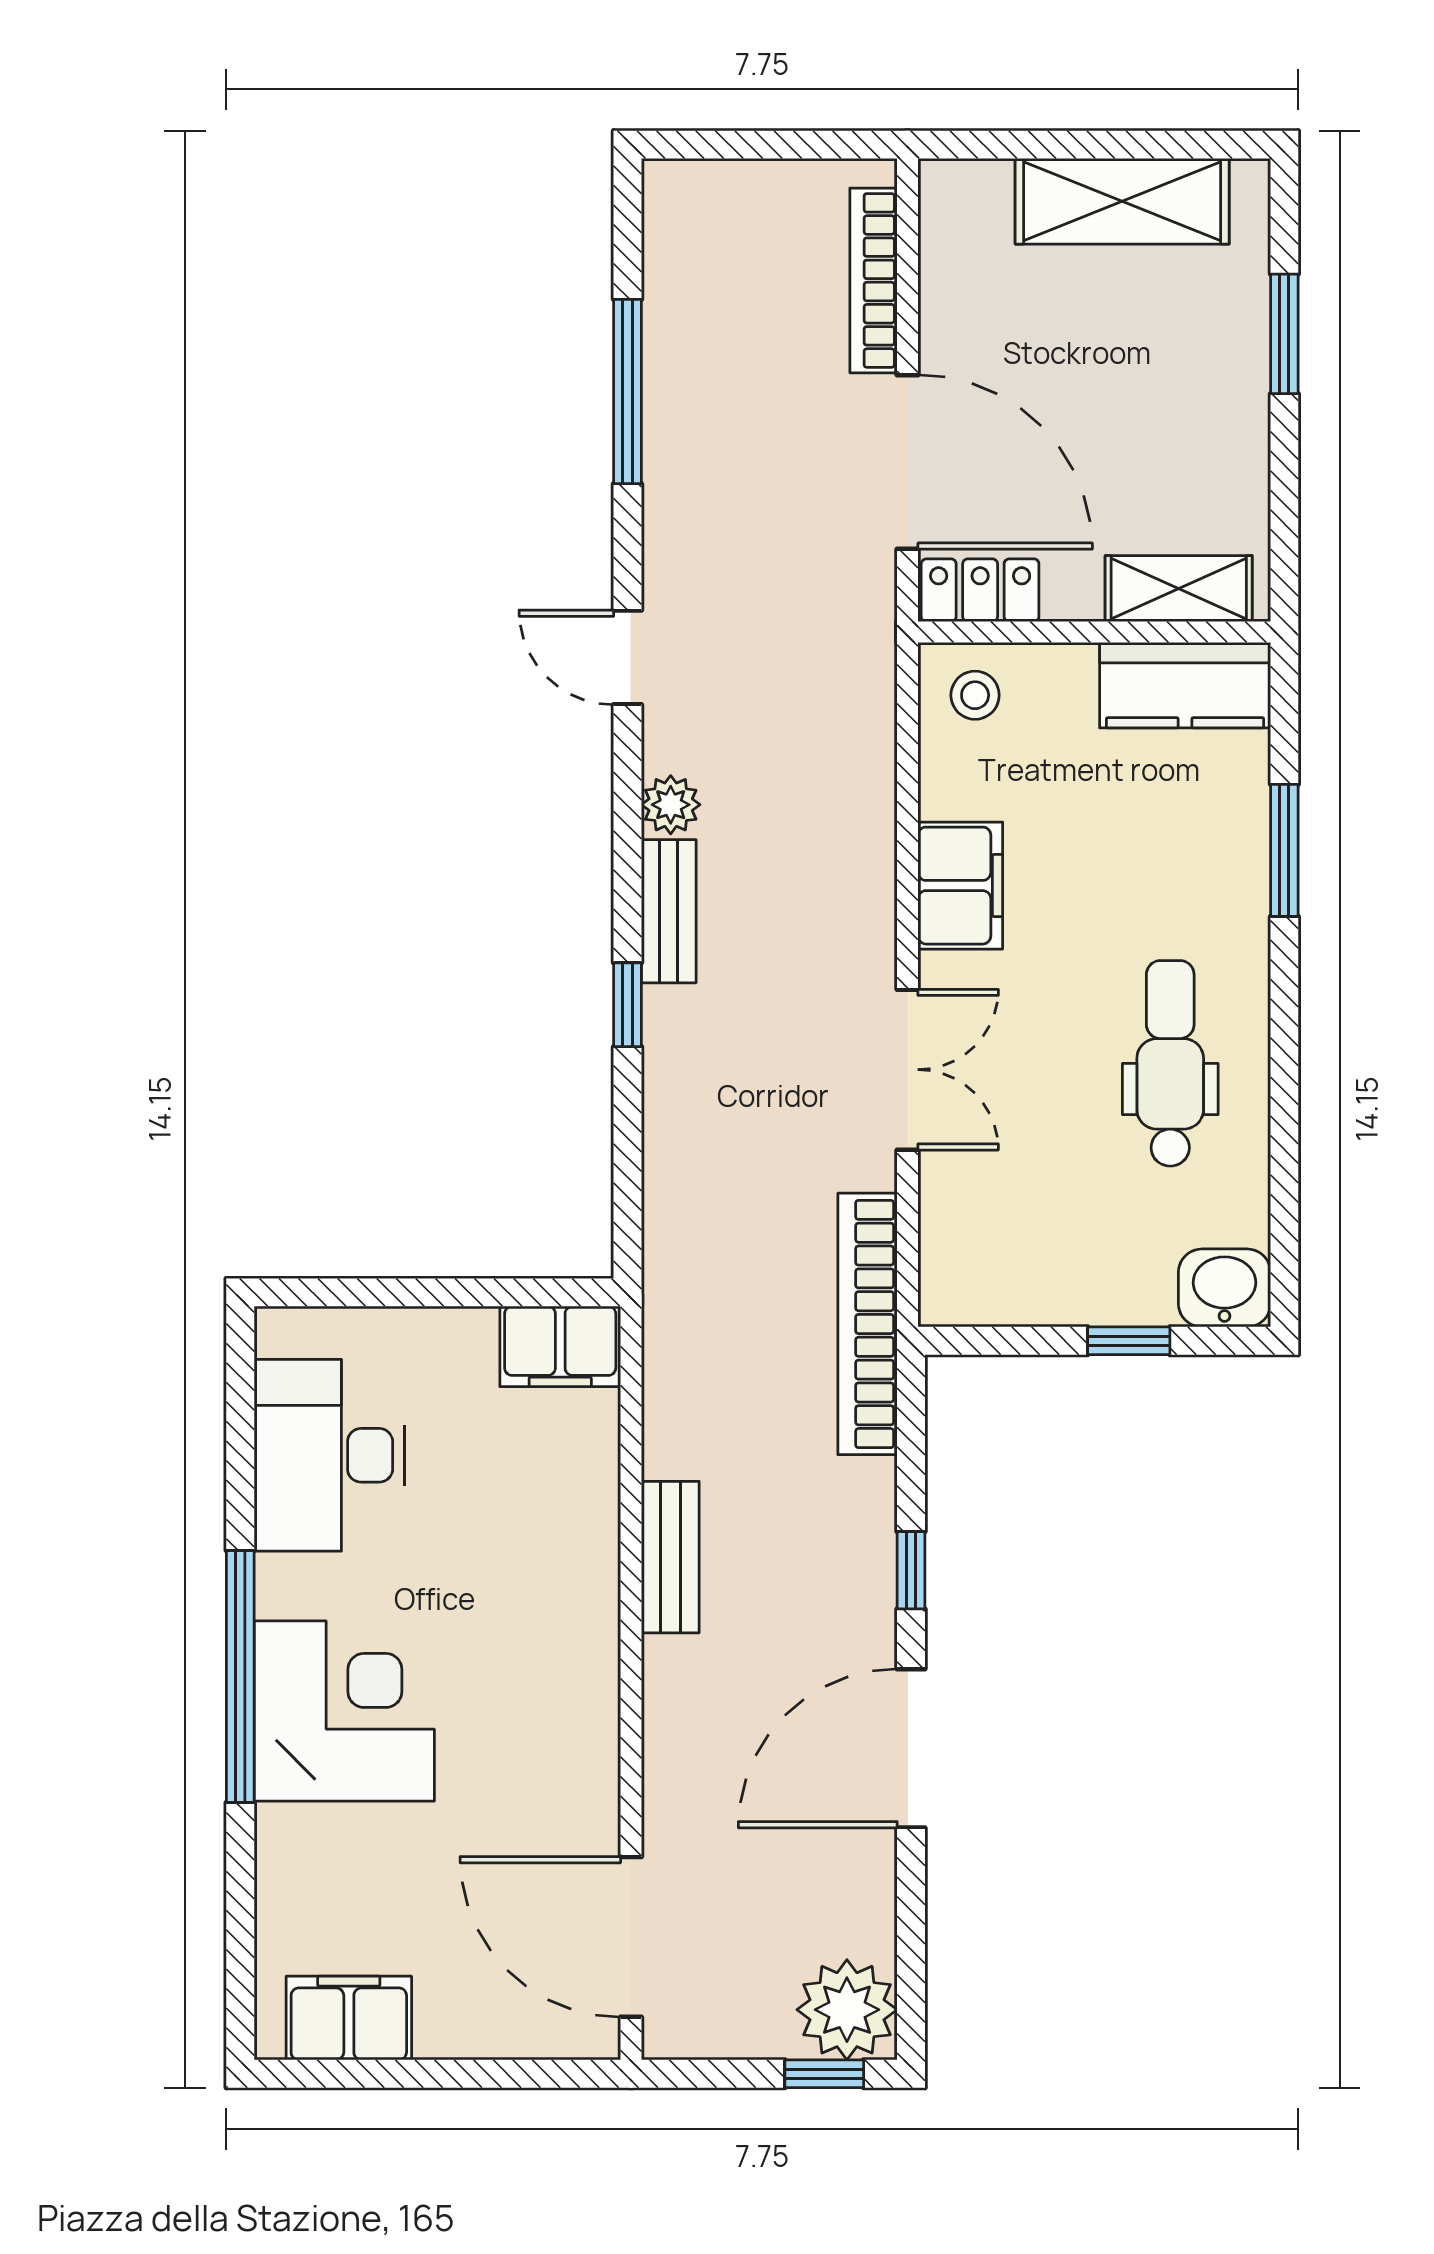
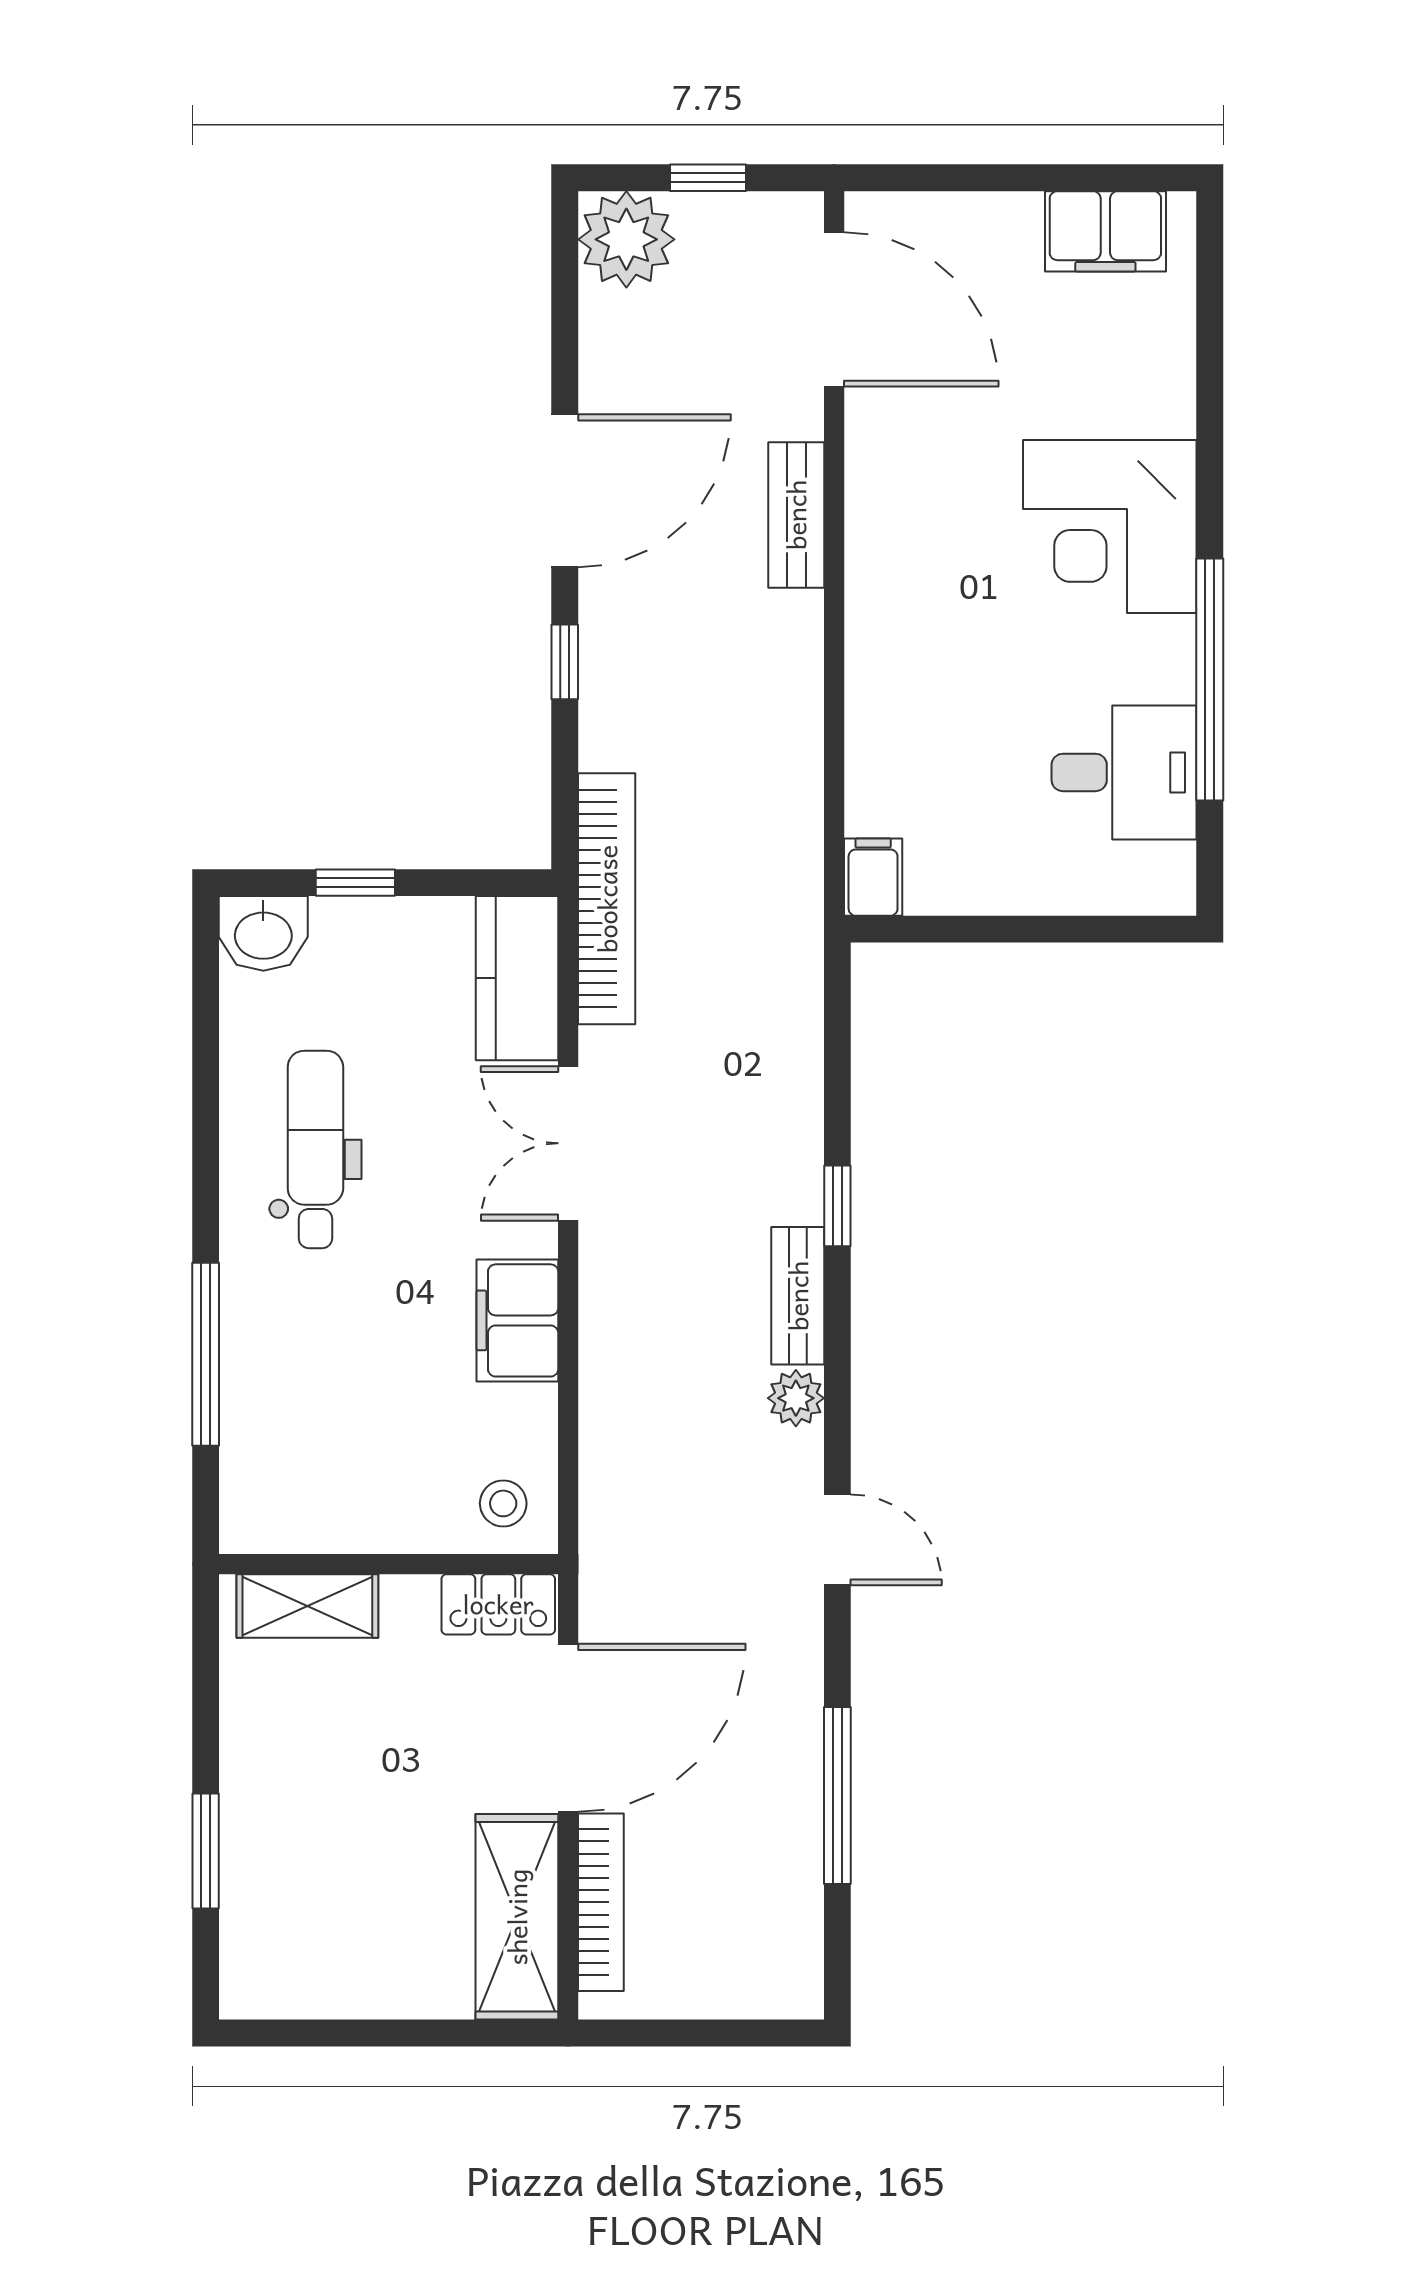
shelving: (1122, 201) -> (517, 1917), moved, turned 90
door: (908, 462) -> (568, 1728), swing flipped
kitchen counter: (1185, 685) -> (517, 978), moved, turned -90
window: (1284, 850) -> (206, 1354), width x1.44
dental chair: (1170, 1063) -> (315, 1149), turned 180
filing cabinet: (560, 1346) -> (873, 877), width x0.50
desk: (329, 1455) -> (1124, 772), width x0.73
bench: (670, 1557) -> (796, 515), moved
window: (240, 1677) -> (1210, 680), moved
window: (824, 2074) -> (708, 178), moved

